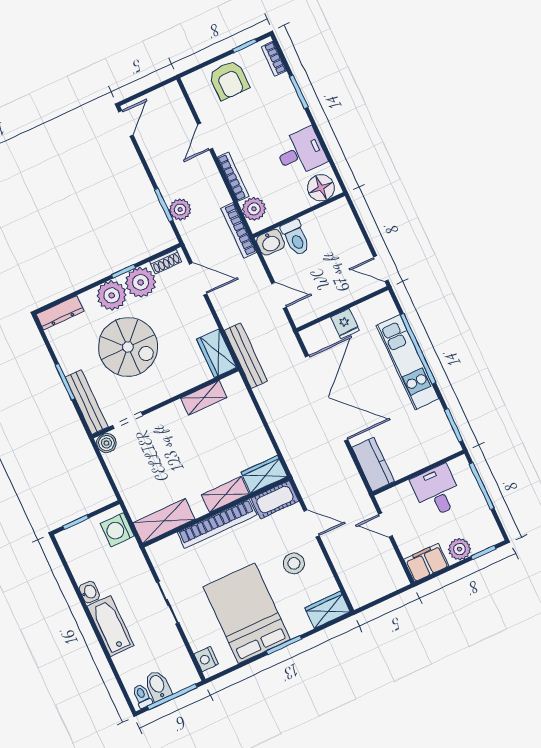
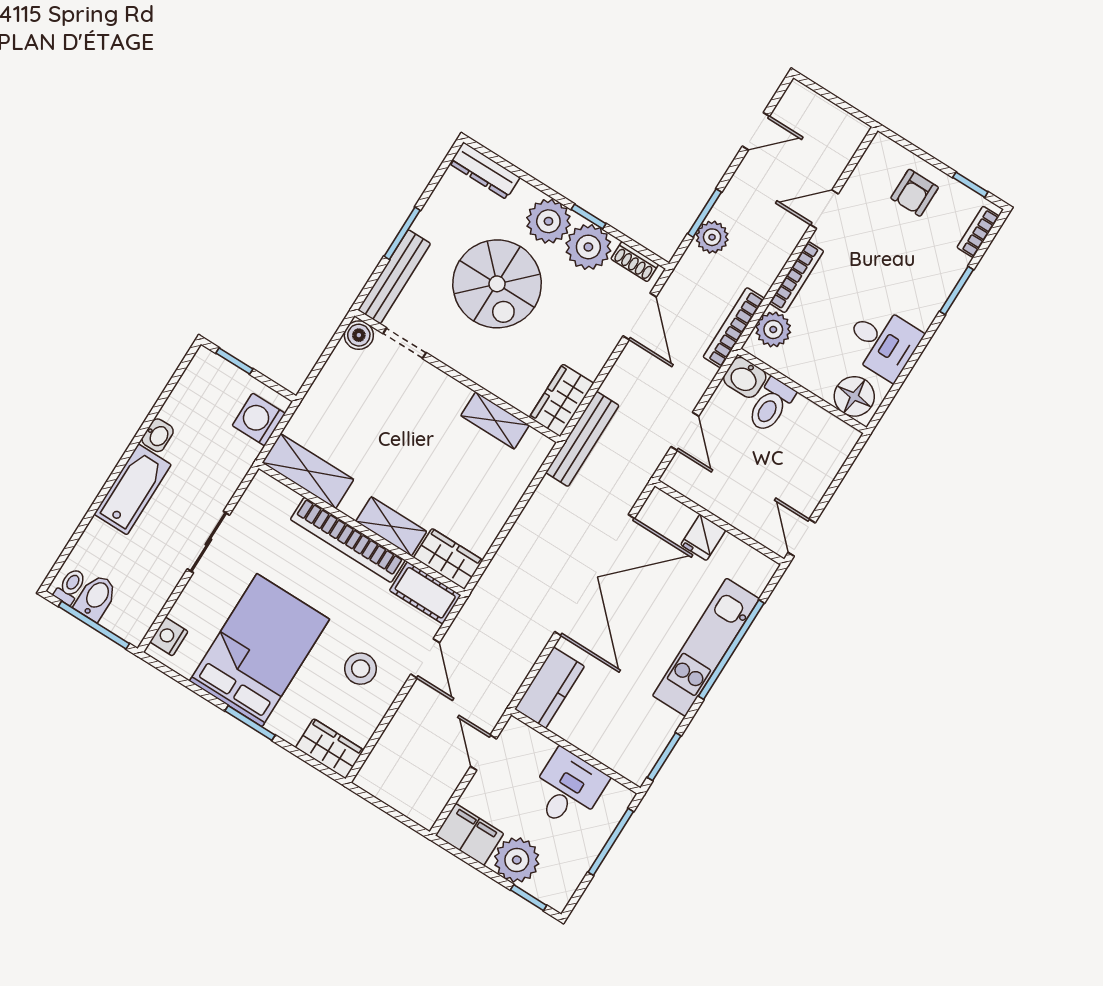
armchair: (229, 80) -> (915, 193), width x0.72, depth x0.72
door: (126, 123) -> (756, 131), moved
plant: (460, 549) -> (517, 860), width x1.36, depth x1.36

